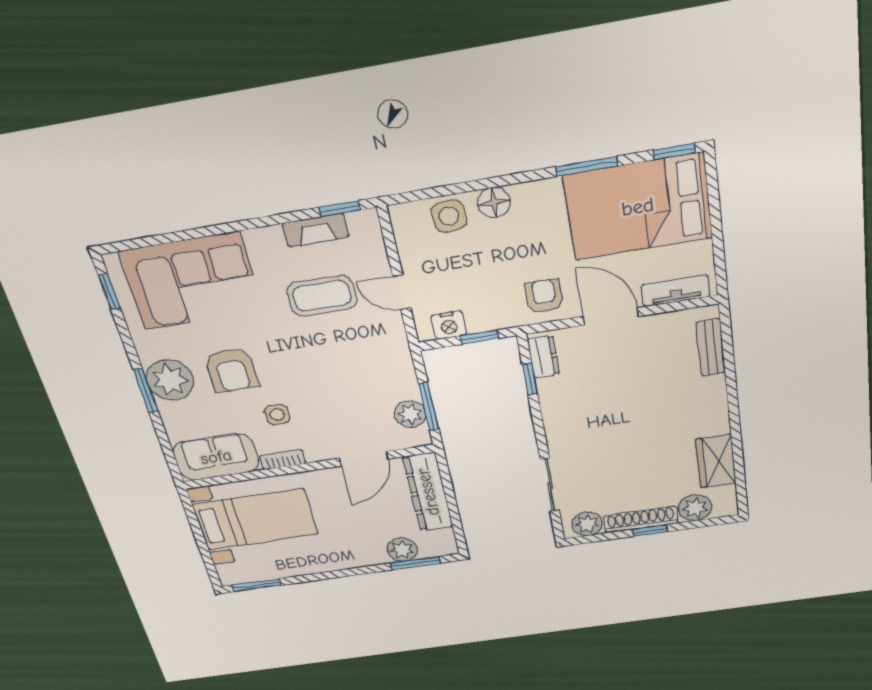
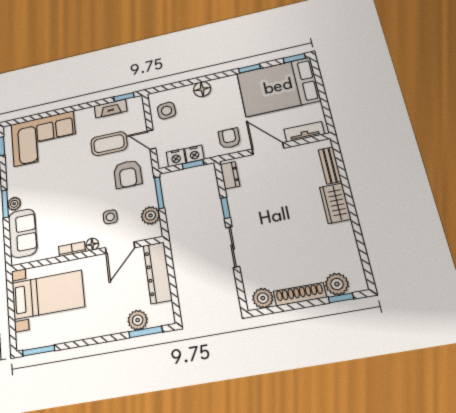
window: (587, 166) -> (249, 68), width x0.67
side table: (449, 216) -> (167, 111), moved
nightstand: (482, 320) -> (194, 154), added
armchair: (231, 370) -> (128, 174), moved
window: (530, 379) -> (225, 208), moved
plant: (170, 380) -> (14, 204), width x0.53, depth x0.53
window: (429, 406) -> (159, 193), moved
side table: (277, 415) -> (110, 217), moved
floor lamp: (316, 453) -> (92, 244), added
sofa: (216, 457) -> (23, 233), moved, turned 90
wardrobe: (716, 461) -> (335, 203), moved
sliding door: (550, 485) -> (233, 247), moved
window: (650, 531) -> (341, 298), moved

